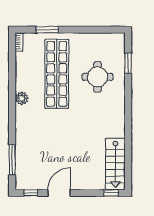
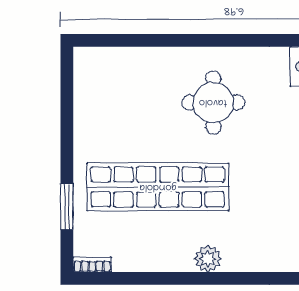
window: (128, 63) -> (136, 40), removed
round table: (97, 77) -> (213, 102), moved

